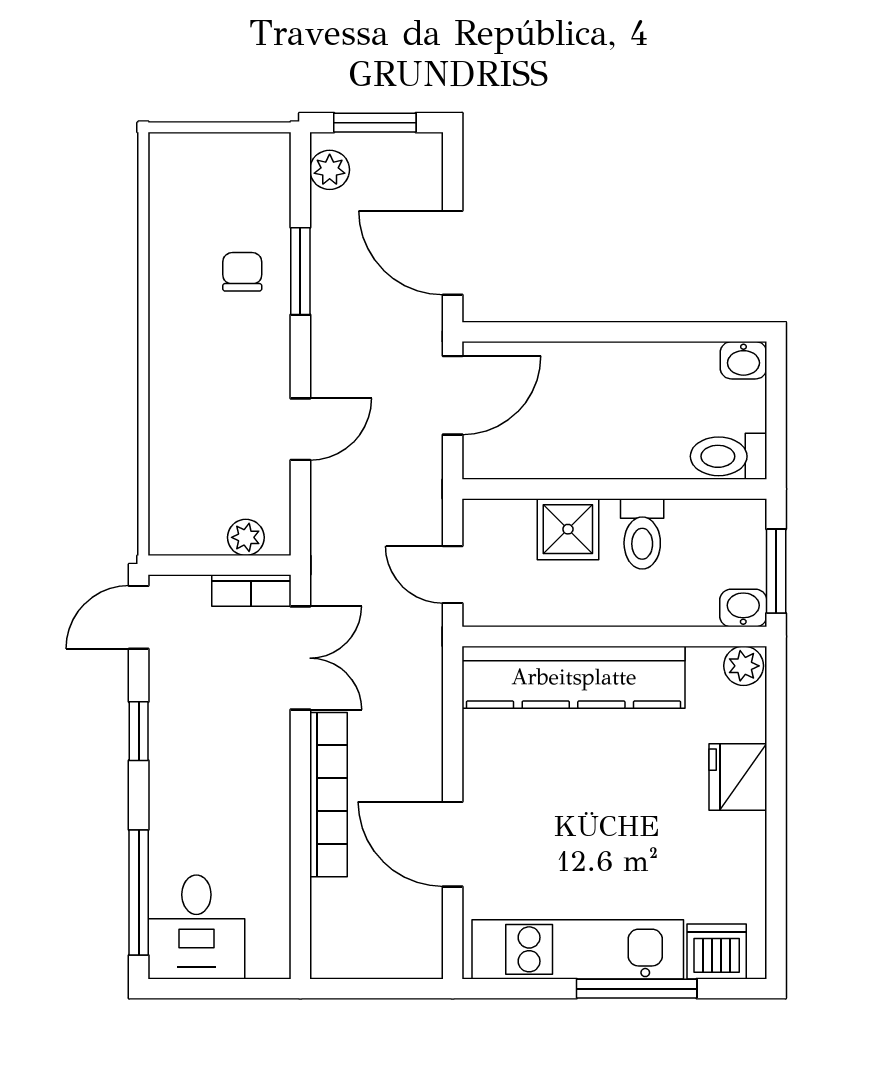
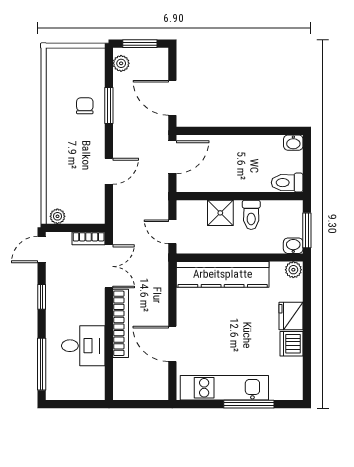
plant: (246, 537) -> (57, 216), moved
desk: (196, 927) -> (83, 346), moved, turned -90
dishwasher: (717, 952) -> (292, 344), moved, turned -90

